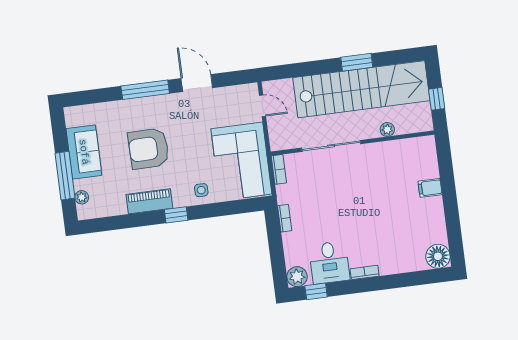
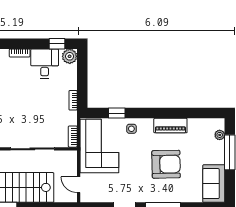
sofa: (84, 152) -> (214, 184), moved
window: (176, 215) -> (117, 113), moved

